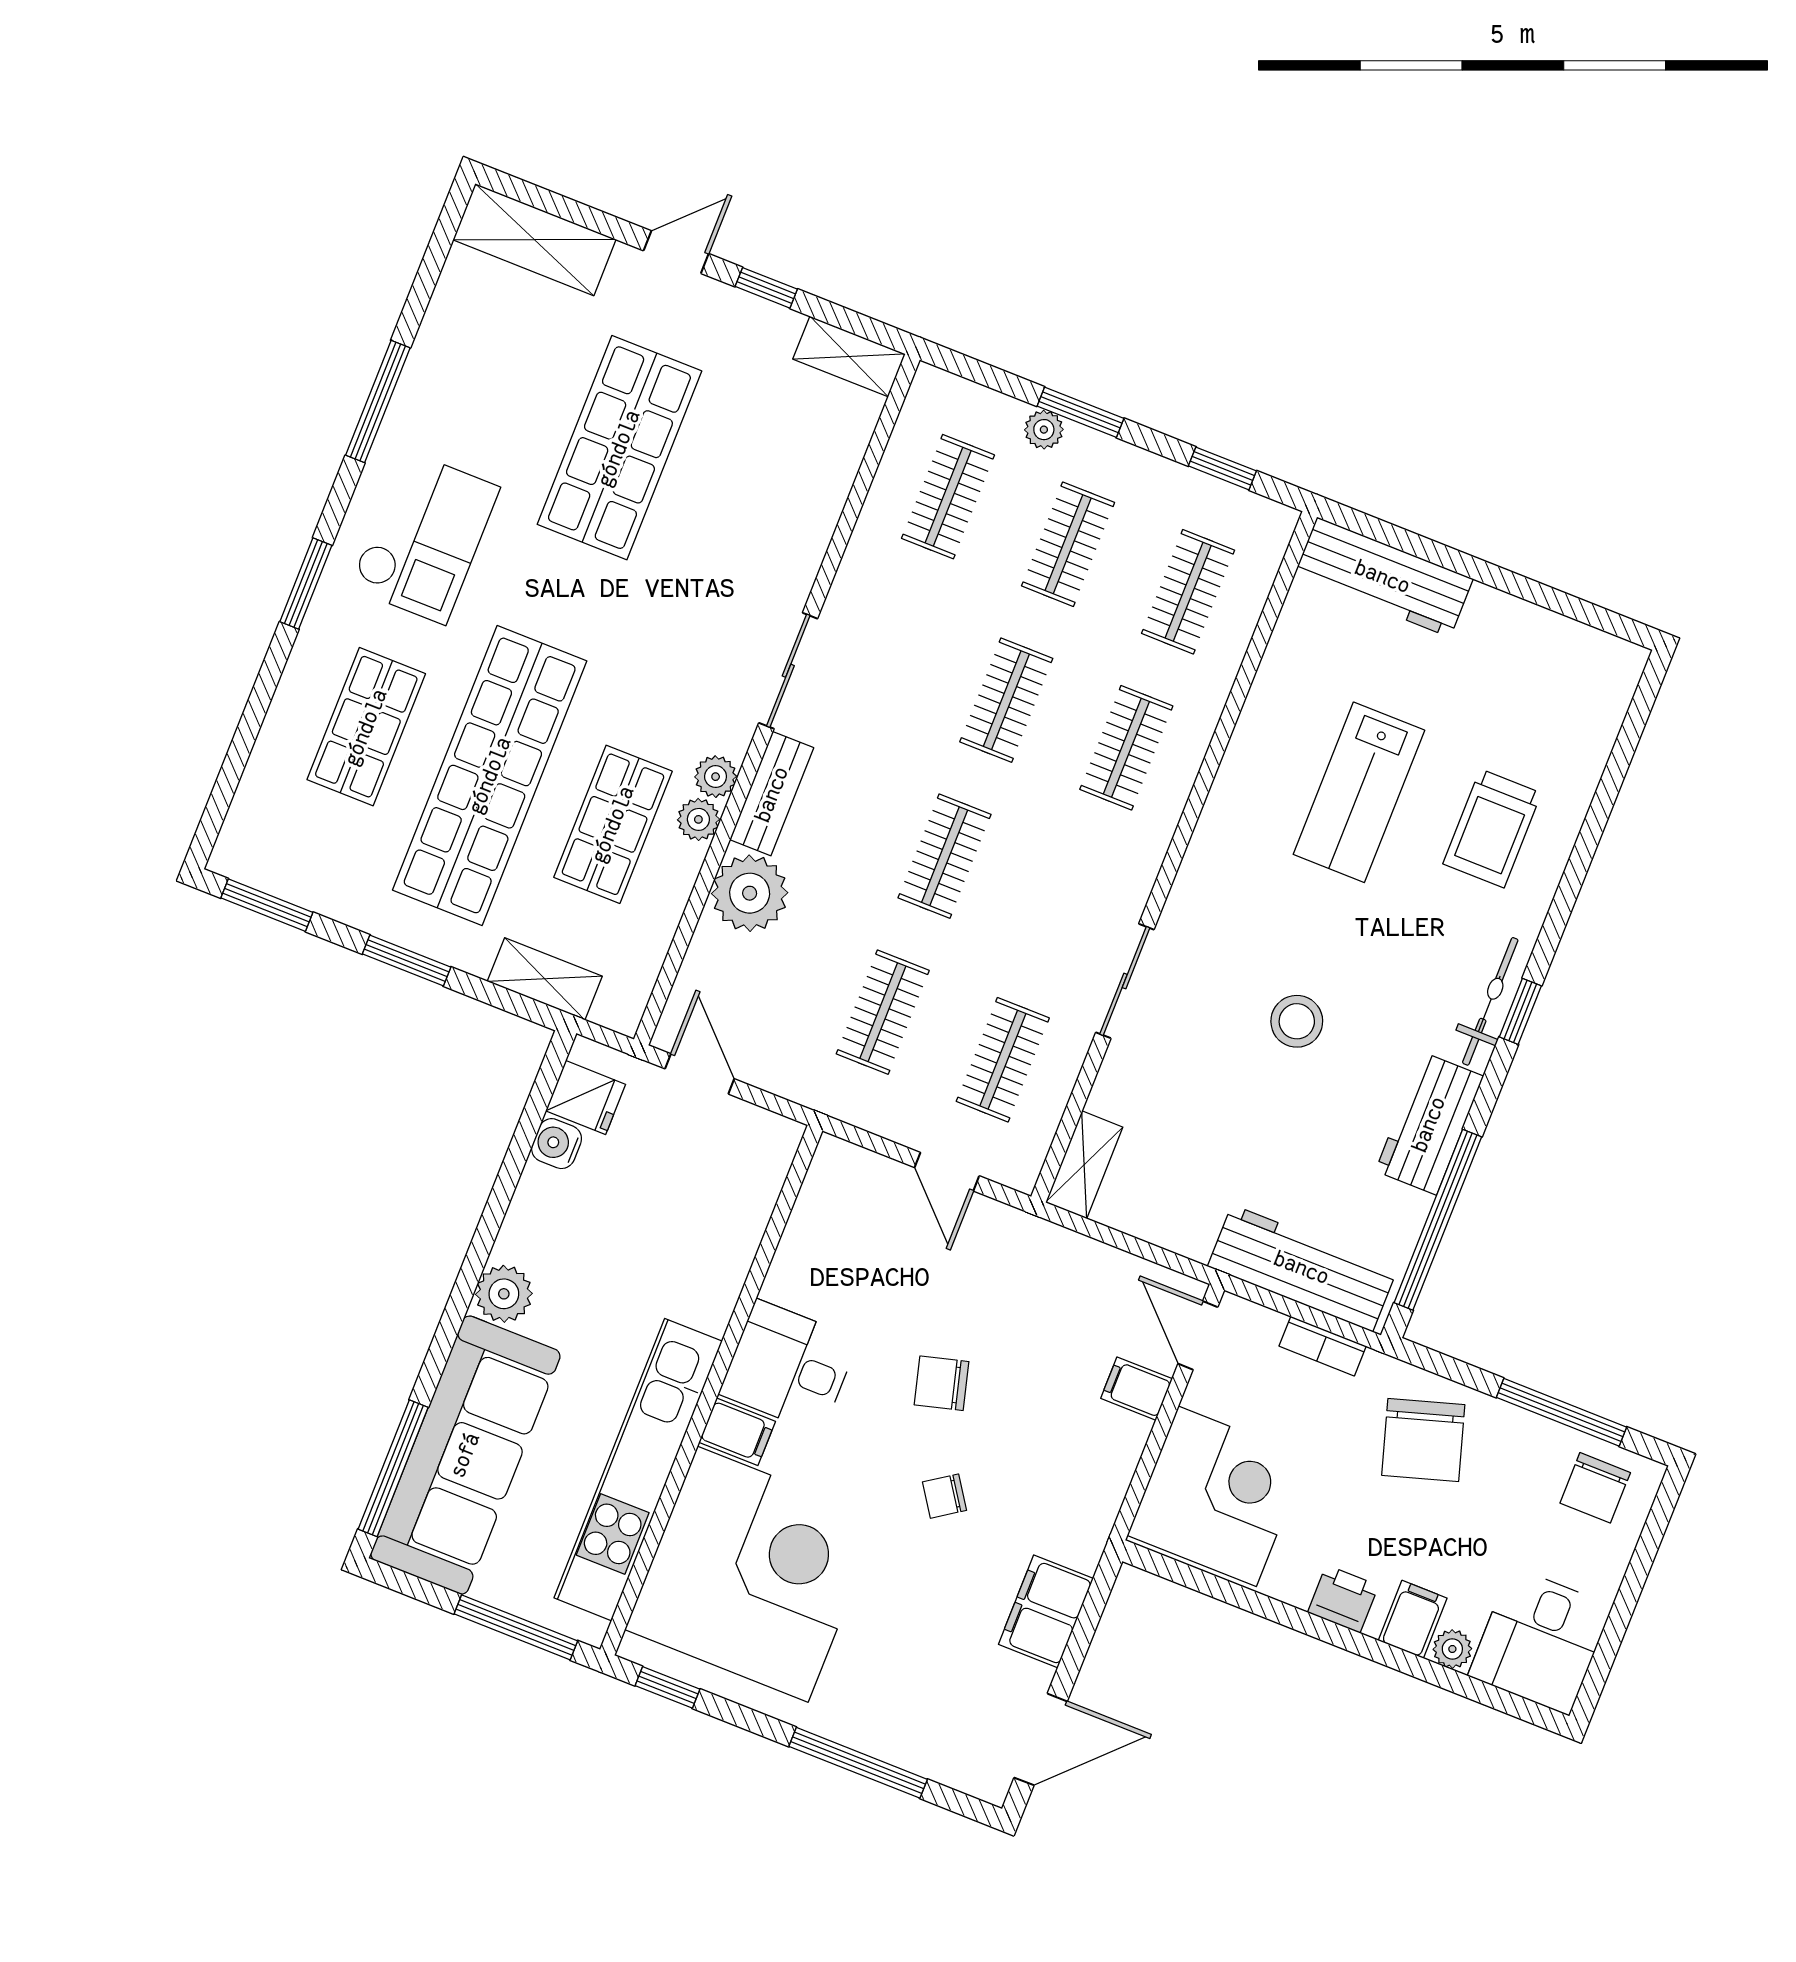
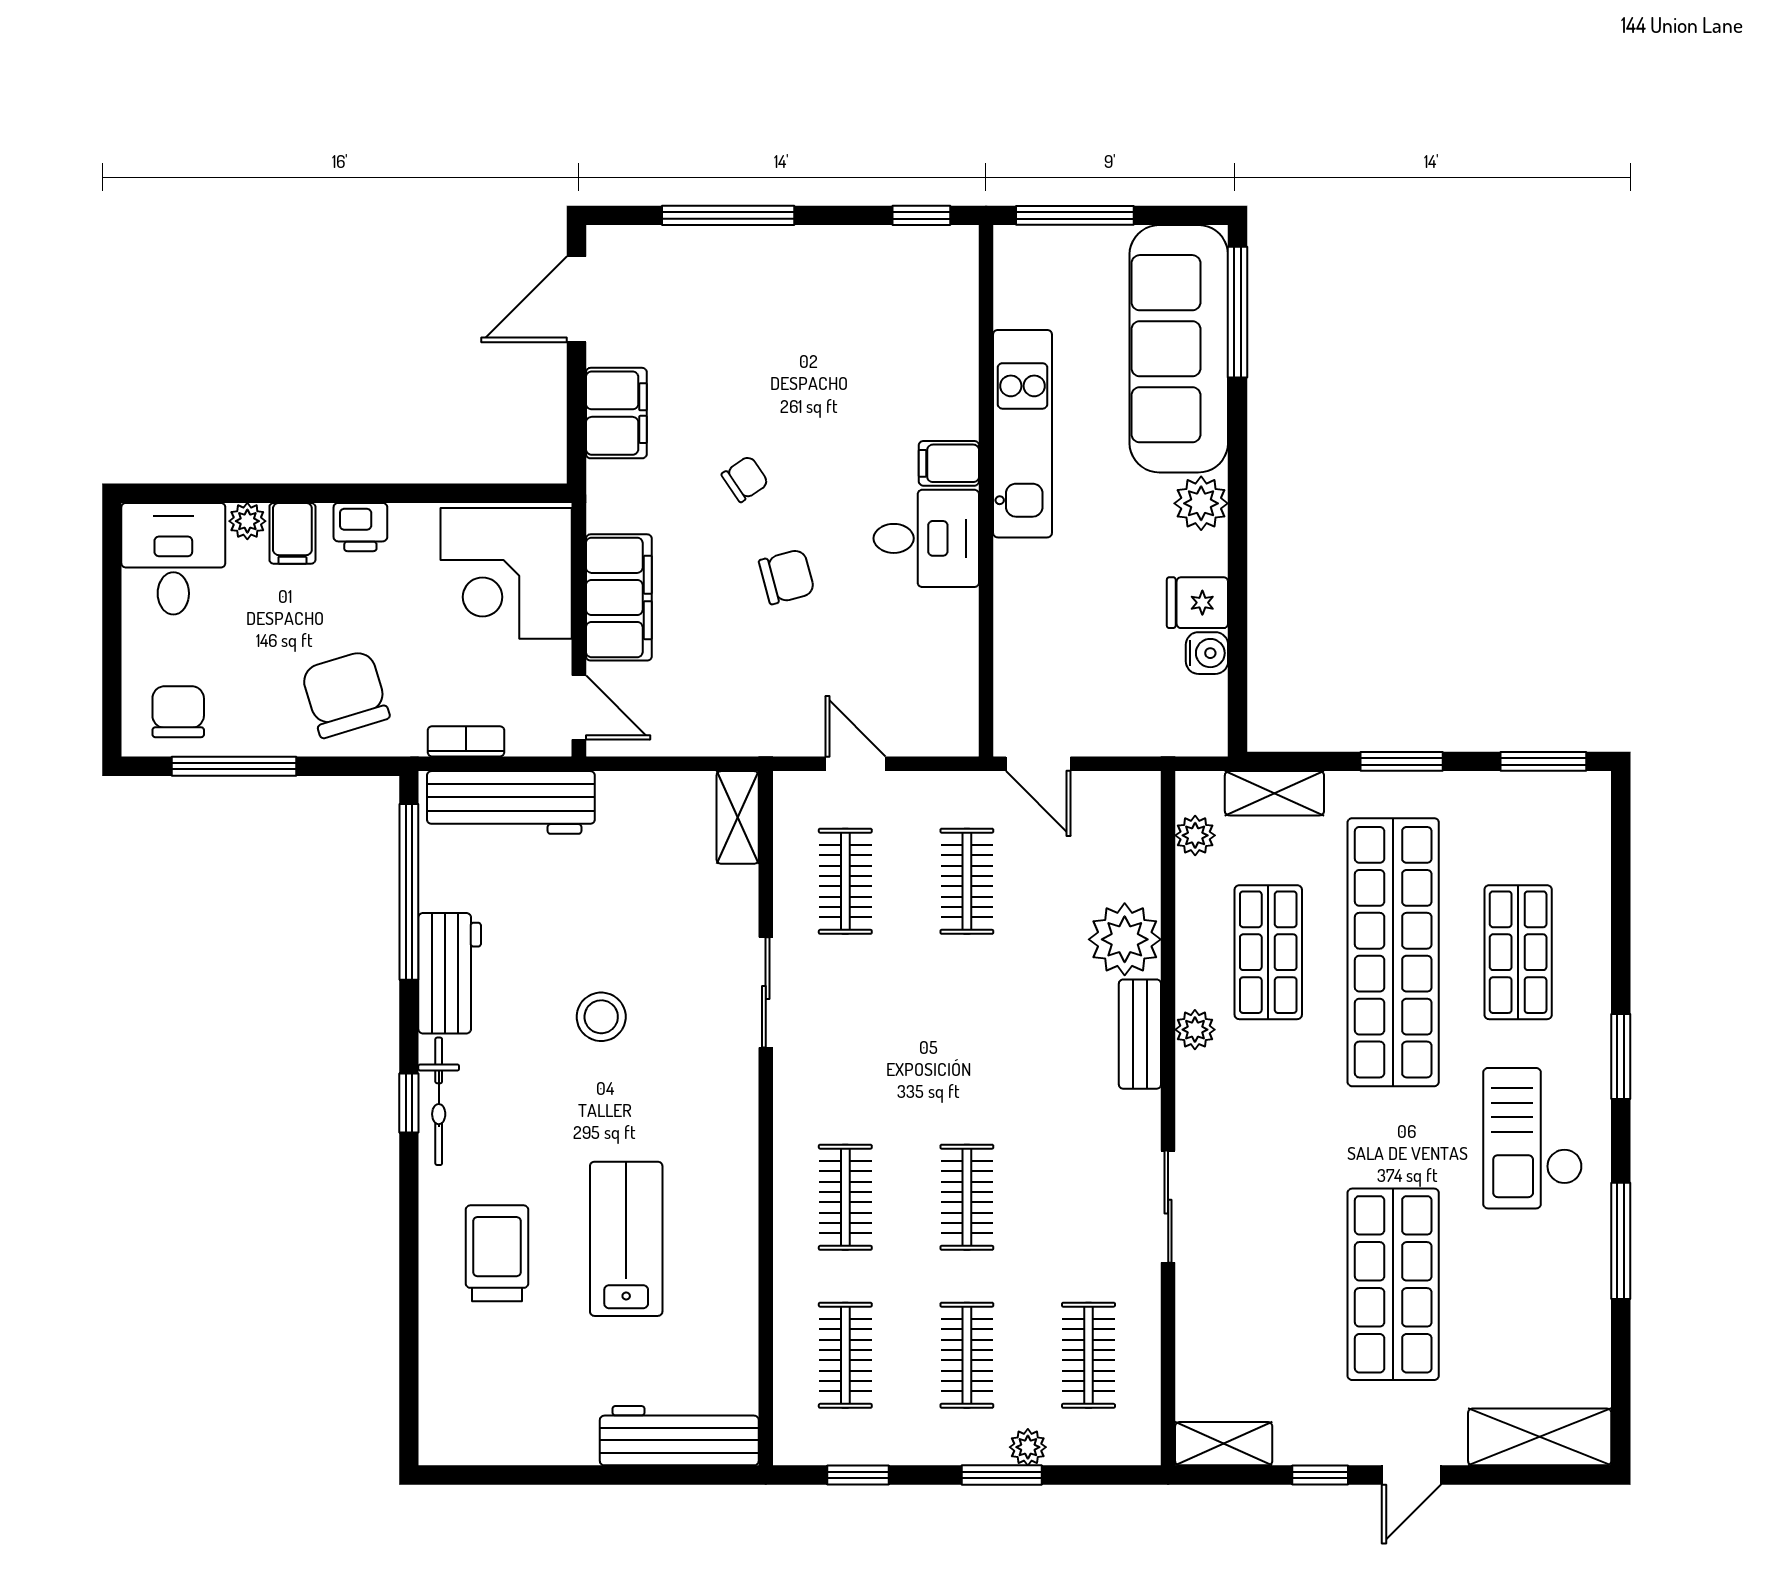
sliding door: (788, 671) -> (1168, 1207), moved
plant: (698, 819) -> (1195, 835), moved
clothes rail: (945, 856) -> (967, 1039), removed
door: (700, 1074) -> (1038, 764), moved
fridge: (586, 1098) -> (1197, 603), moved
filing cabinet: (1137, 1389) -> (619, 597), width x3.00, depth x1.17
kitchen unit: (638, 1470) -> (1022, 434), width x0.73
corner desk: (753, 1574) -> (886, 344), removed

